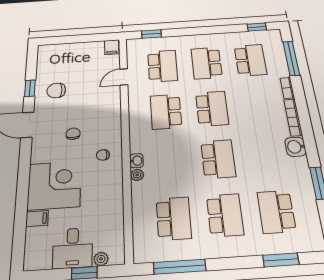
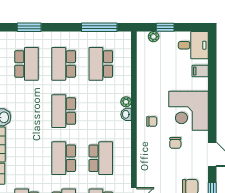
corner desk: (54, 185) -> (189, 111), moved
desk: (73, 248) -> (193, 45), moved, turned 90

